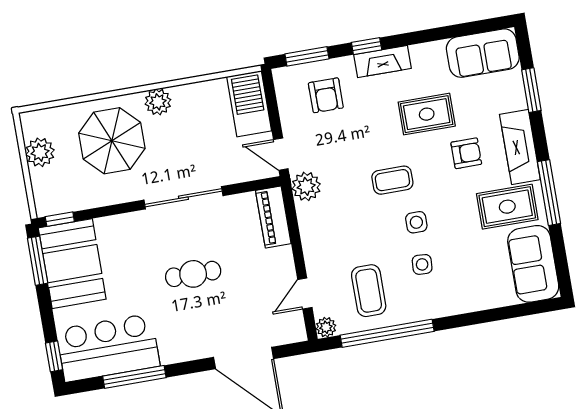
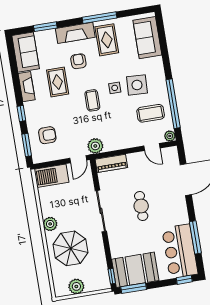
fireplace: (382, 62) -> (27, 87), moved
side table: (422, 264) -> (137, 85), width x1.87, depth x1.87
sofa: (533, 264) -> (147, 38), moved, turned 90

